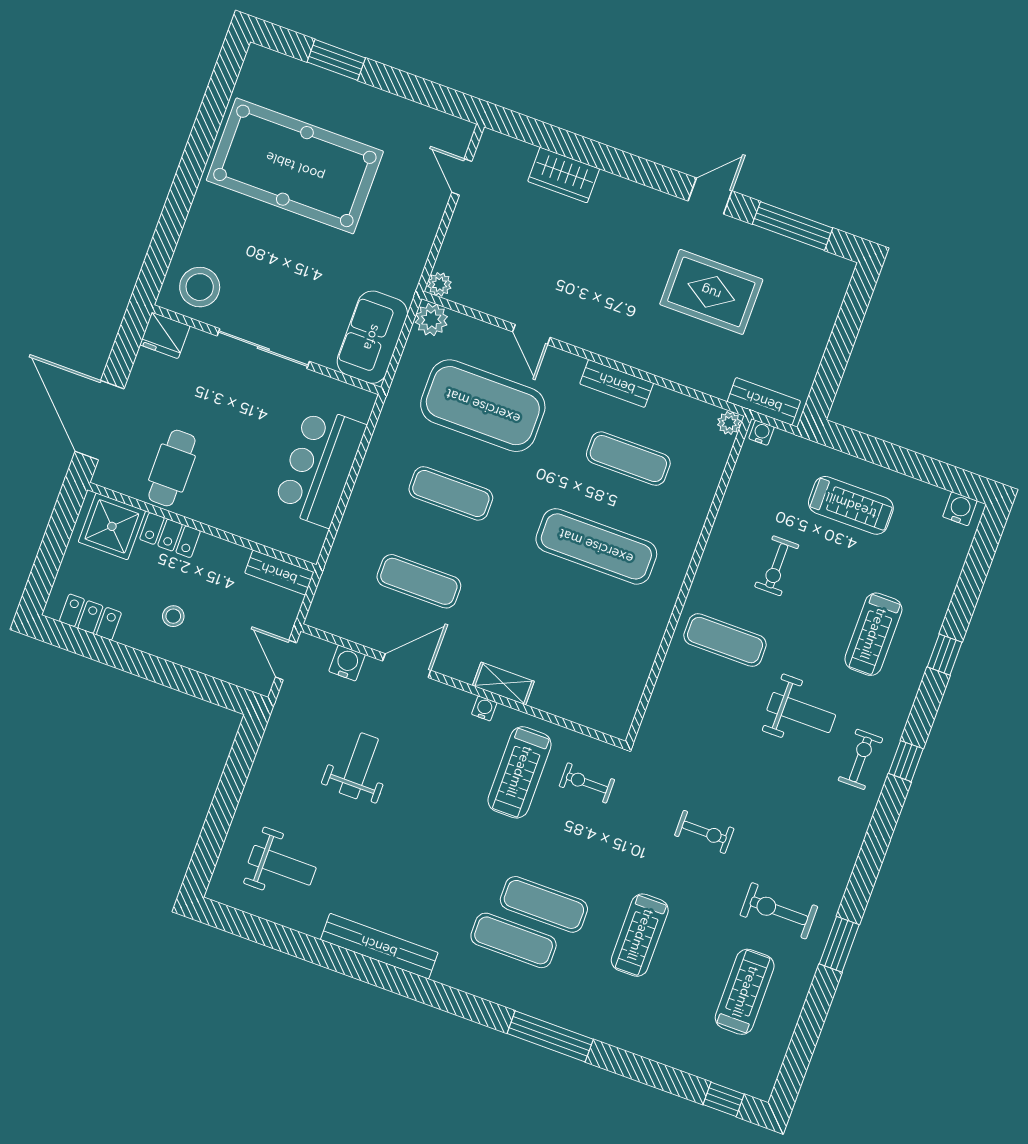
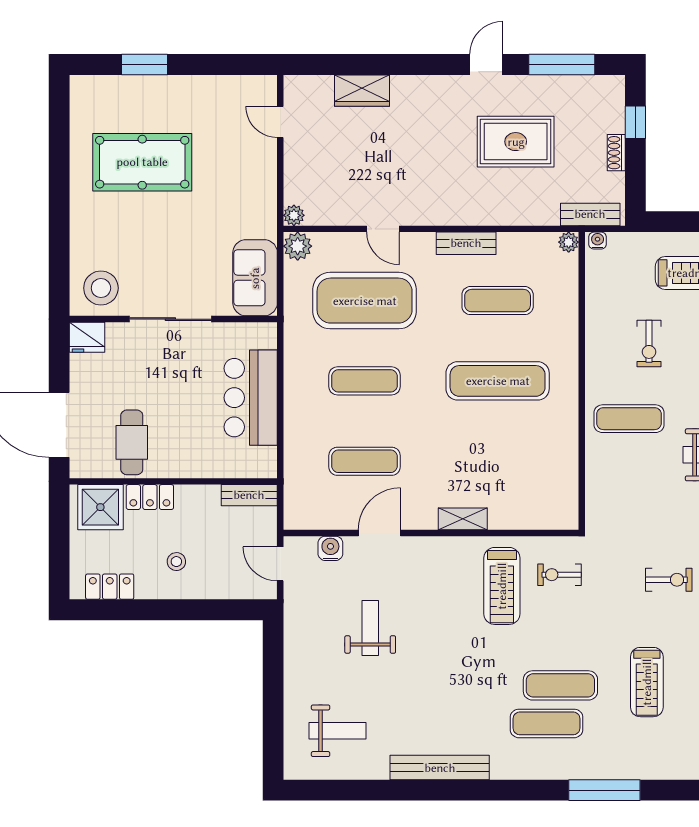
pool table: (295, 166) -> (142, 162), width x0.73, depth x0.76
window: (850, 318) -> (635, 122), added
shoe rack: (817, 344) -> (616, 153), added
water cooler: (484, 708) -> (455, 545), removed

